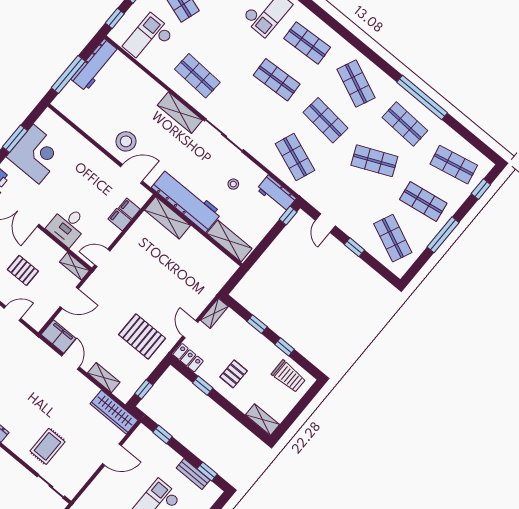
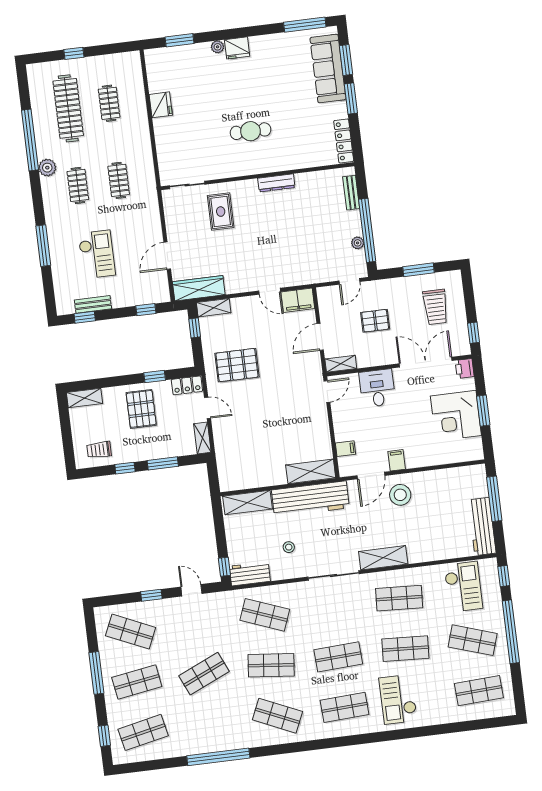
shop shelf: (405, 124) -> (405, 649), moved
filing cabinet: (120, 220) -> (397, 460), moved, turned -90
window: (257, 324) -> (163, 463), width x1.50
pallet: (234, 374) -> (141, 409), width x1.50, depth x1.42
trolley: (289, 376) -> (99, 450), width x0.73, depth x0.72
shelving: (104, 378) -> (214, 308), moved

